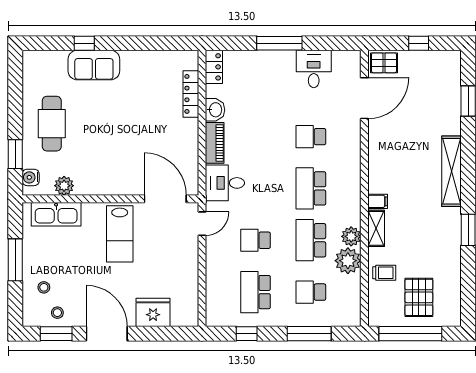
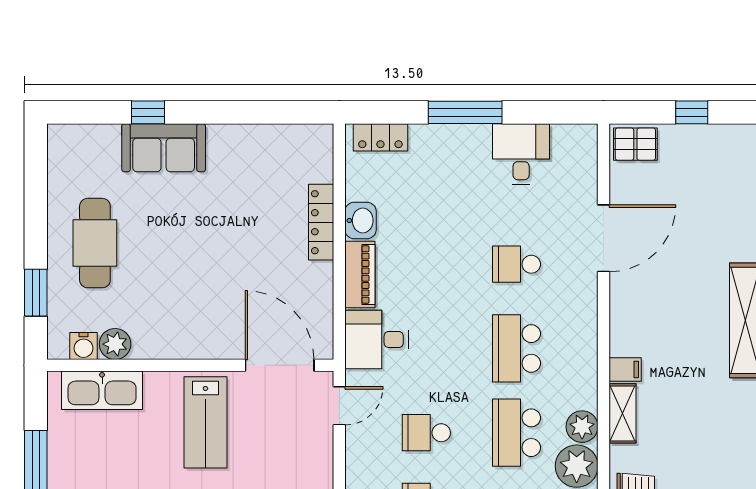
locker: (214, 67) -> (380, 137), moved, turned 90
locker: (191, 94) -> (321, 222), moved
door: (364, 98) -> (604, 238), moved
water cooler: (31, 177) -> (84, 346), moved, turned -90

